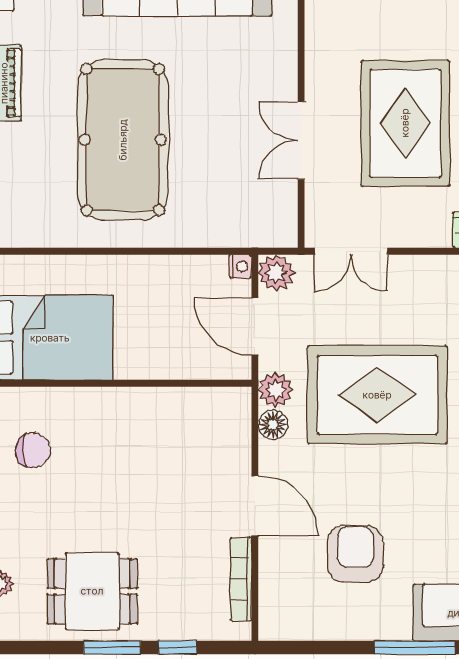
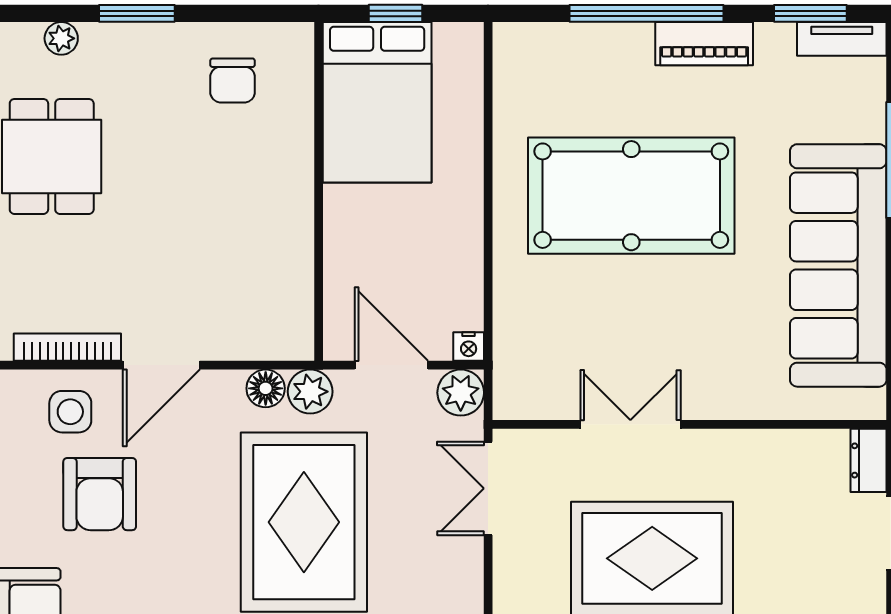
door: (255, 326) -> (391, 365), hinge flipped
armchair: (355, 554) -> (100, 494), turned 90
side table: (291, 577) -> (70, 412), added

